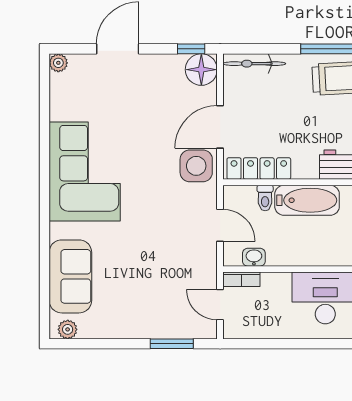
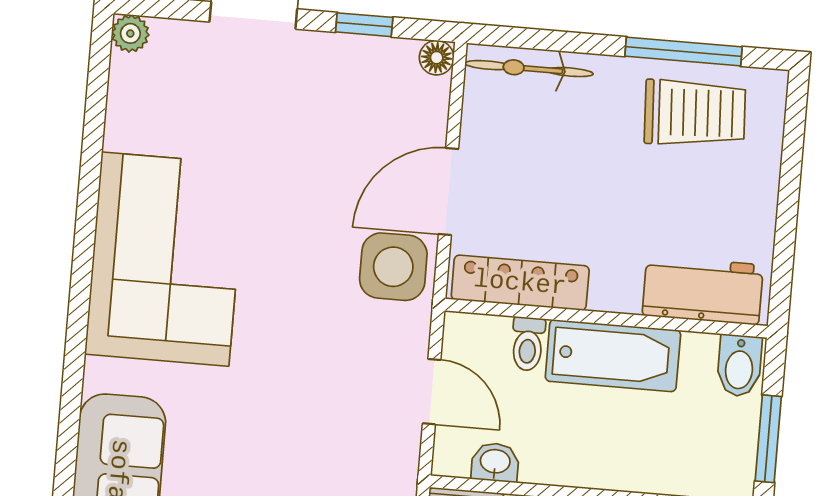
window: (191, 49) -> (364, 25), moved
floor lamp: (201, 70) -> (437, 58), width x0.53, depth x0.53

